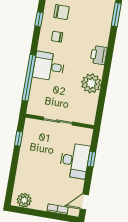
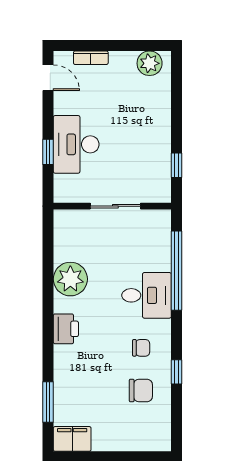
chair: (61, 12) -> (141, 391), turned 180
door: (84, 202) -> (48, 78), hinge flipped

